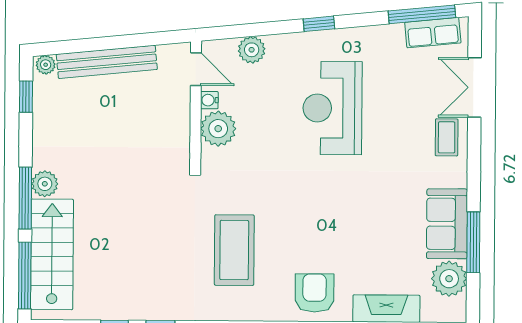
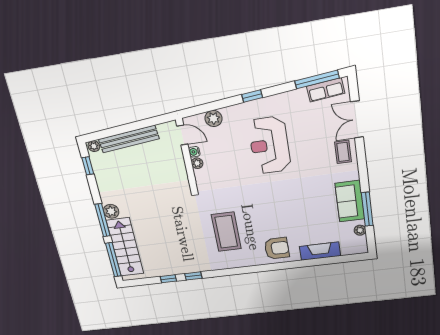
plant: (218, 129) -> (197, 163), width x0.53, depth x0.53
plant: (449, 279) -> (360, 230), width x0.53, depth x0.53
armchair: (314, 293) -> (277, 248), turned 90

